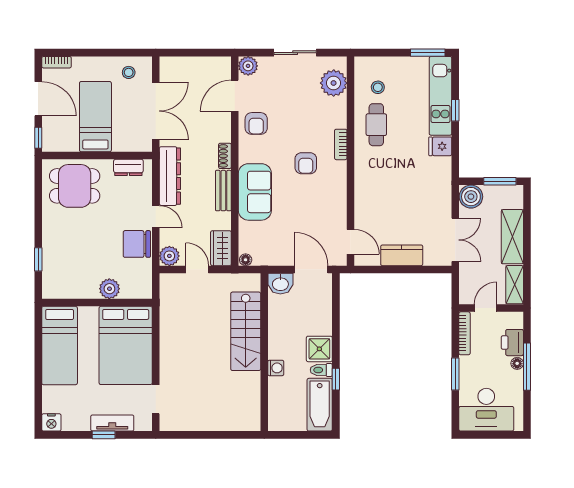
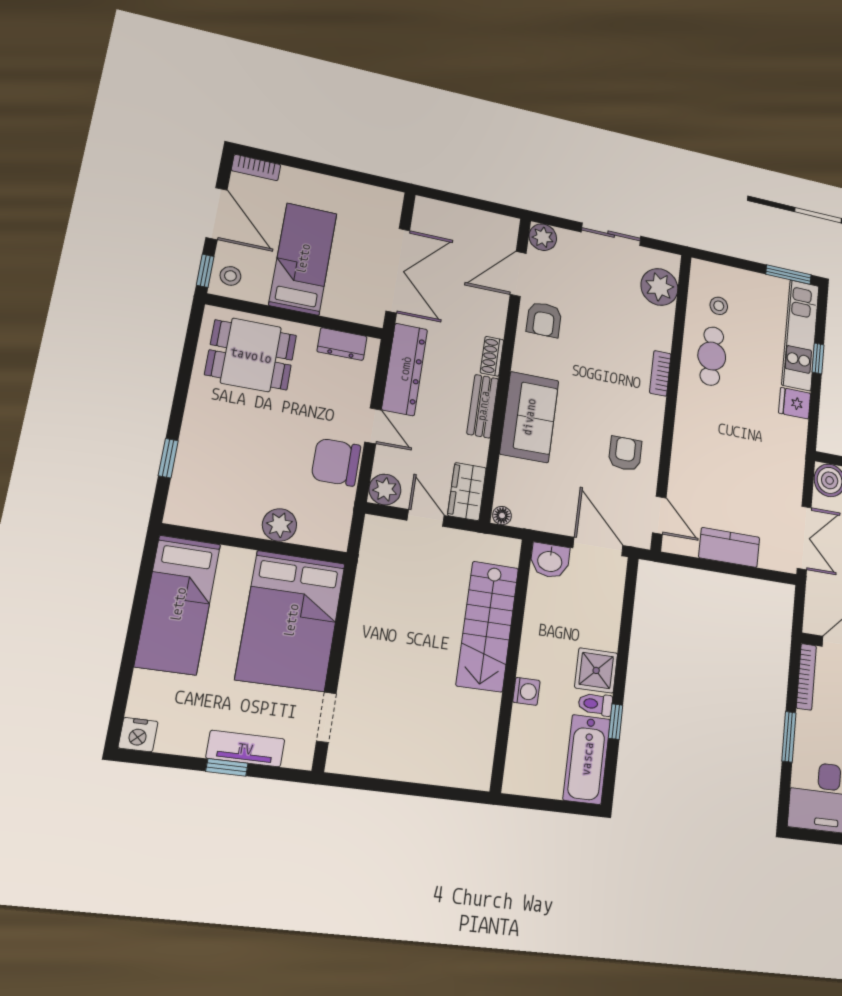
stool: (129, 72) -> (230, 276), moved
armchair: (306, 163) -> (625, 454), moved, turned 180

